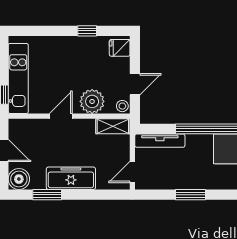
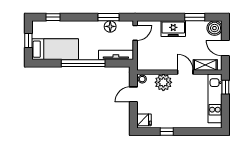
door: (61, 116) -> (185, 72), swing flipped
shelving: (113, 126) -> (205, 65), moved
freezer: (71, 178) -> (173, 29), width x0.71
floor lamp: (168, 181) -> (110, 26), added
window: (190, 195) -> (109, 17), moved

